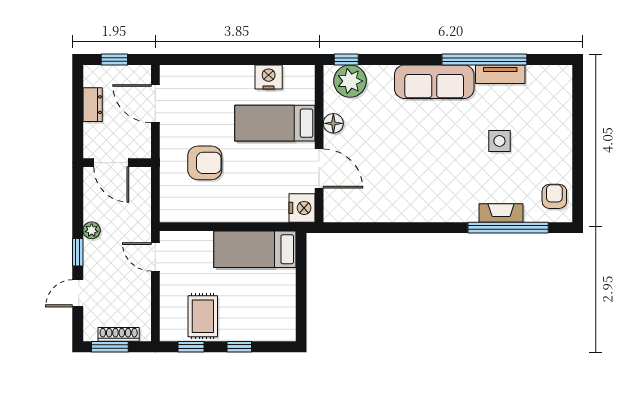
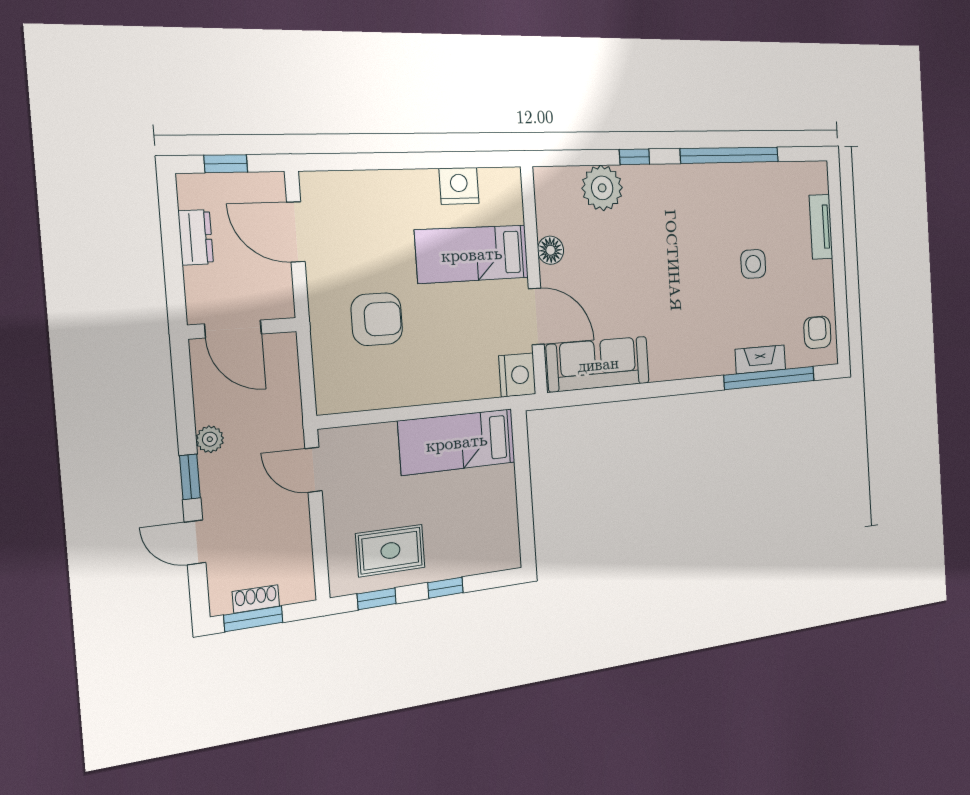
window: (346, 60) -> (634, 157), moved
tv unit: (500, 74) -> (821, 227), moved, turned 90
plant: (350, 81) -> (602, 188), moved
sofa: (434, 82) -> (598, 364), moved, turned 180
door: (78, 293) -> (195, 542), hinge flipped
rug: (203, 316) -> (390, 551), turned 90
shoe rack: (119, 334) -> (256, 599), width x0.70

